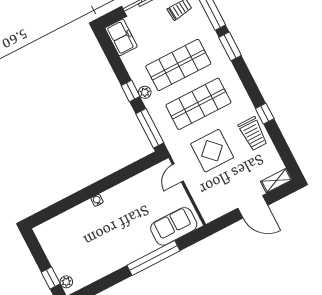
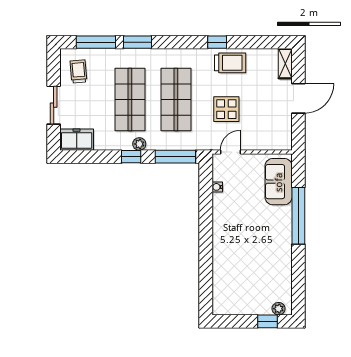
display table: (212, 151) -> (226, 109), width x0.73, depth x0.73
door: (178, 173) -> (230, 152), swing flipped
water cooler: (97, 200) -> (217, 187), moved

